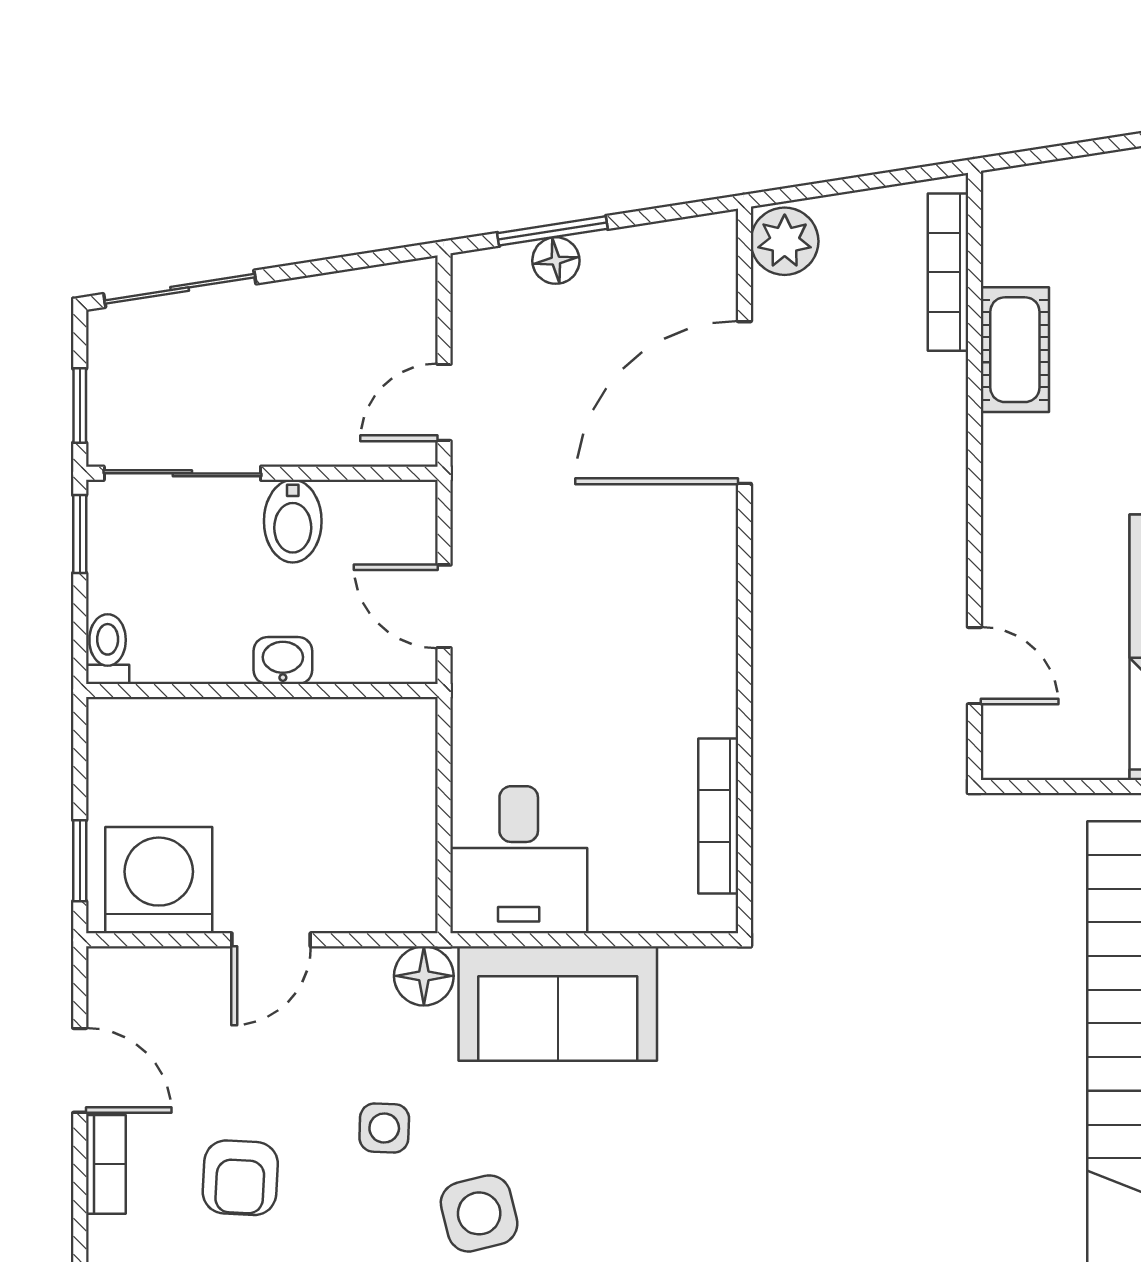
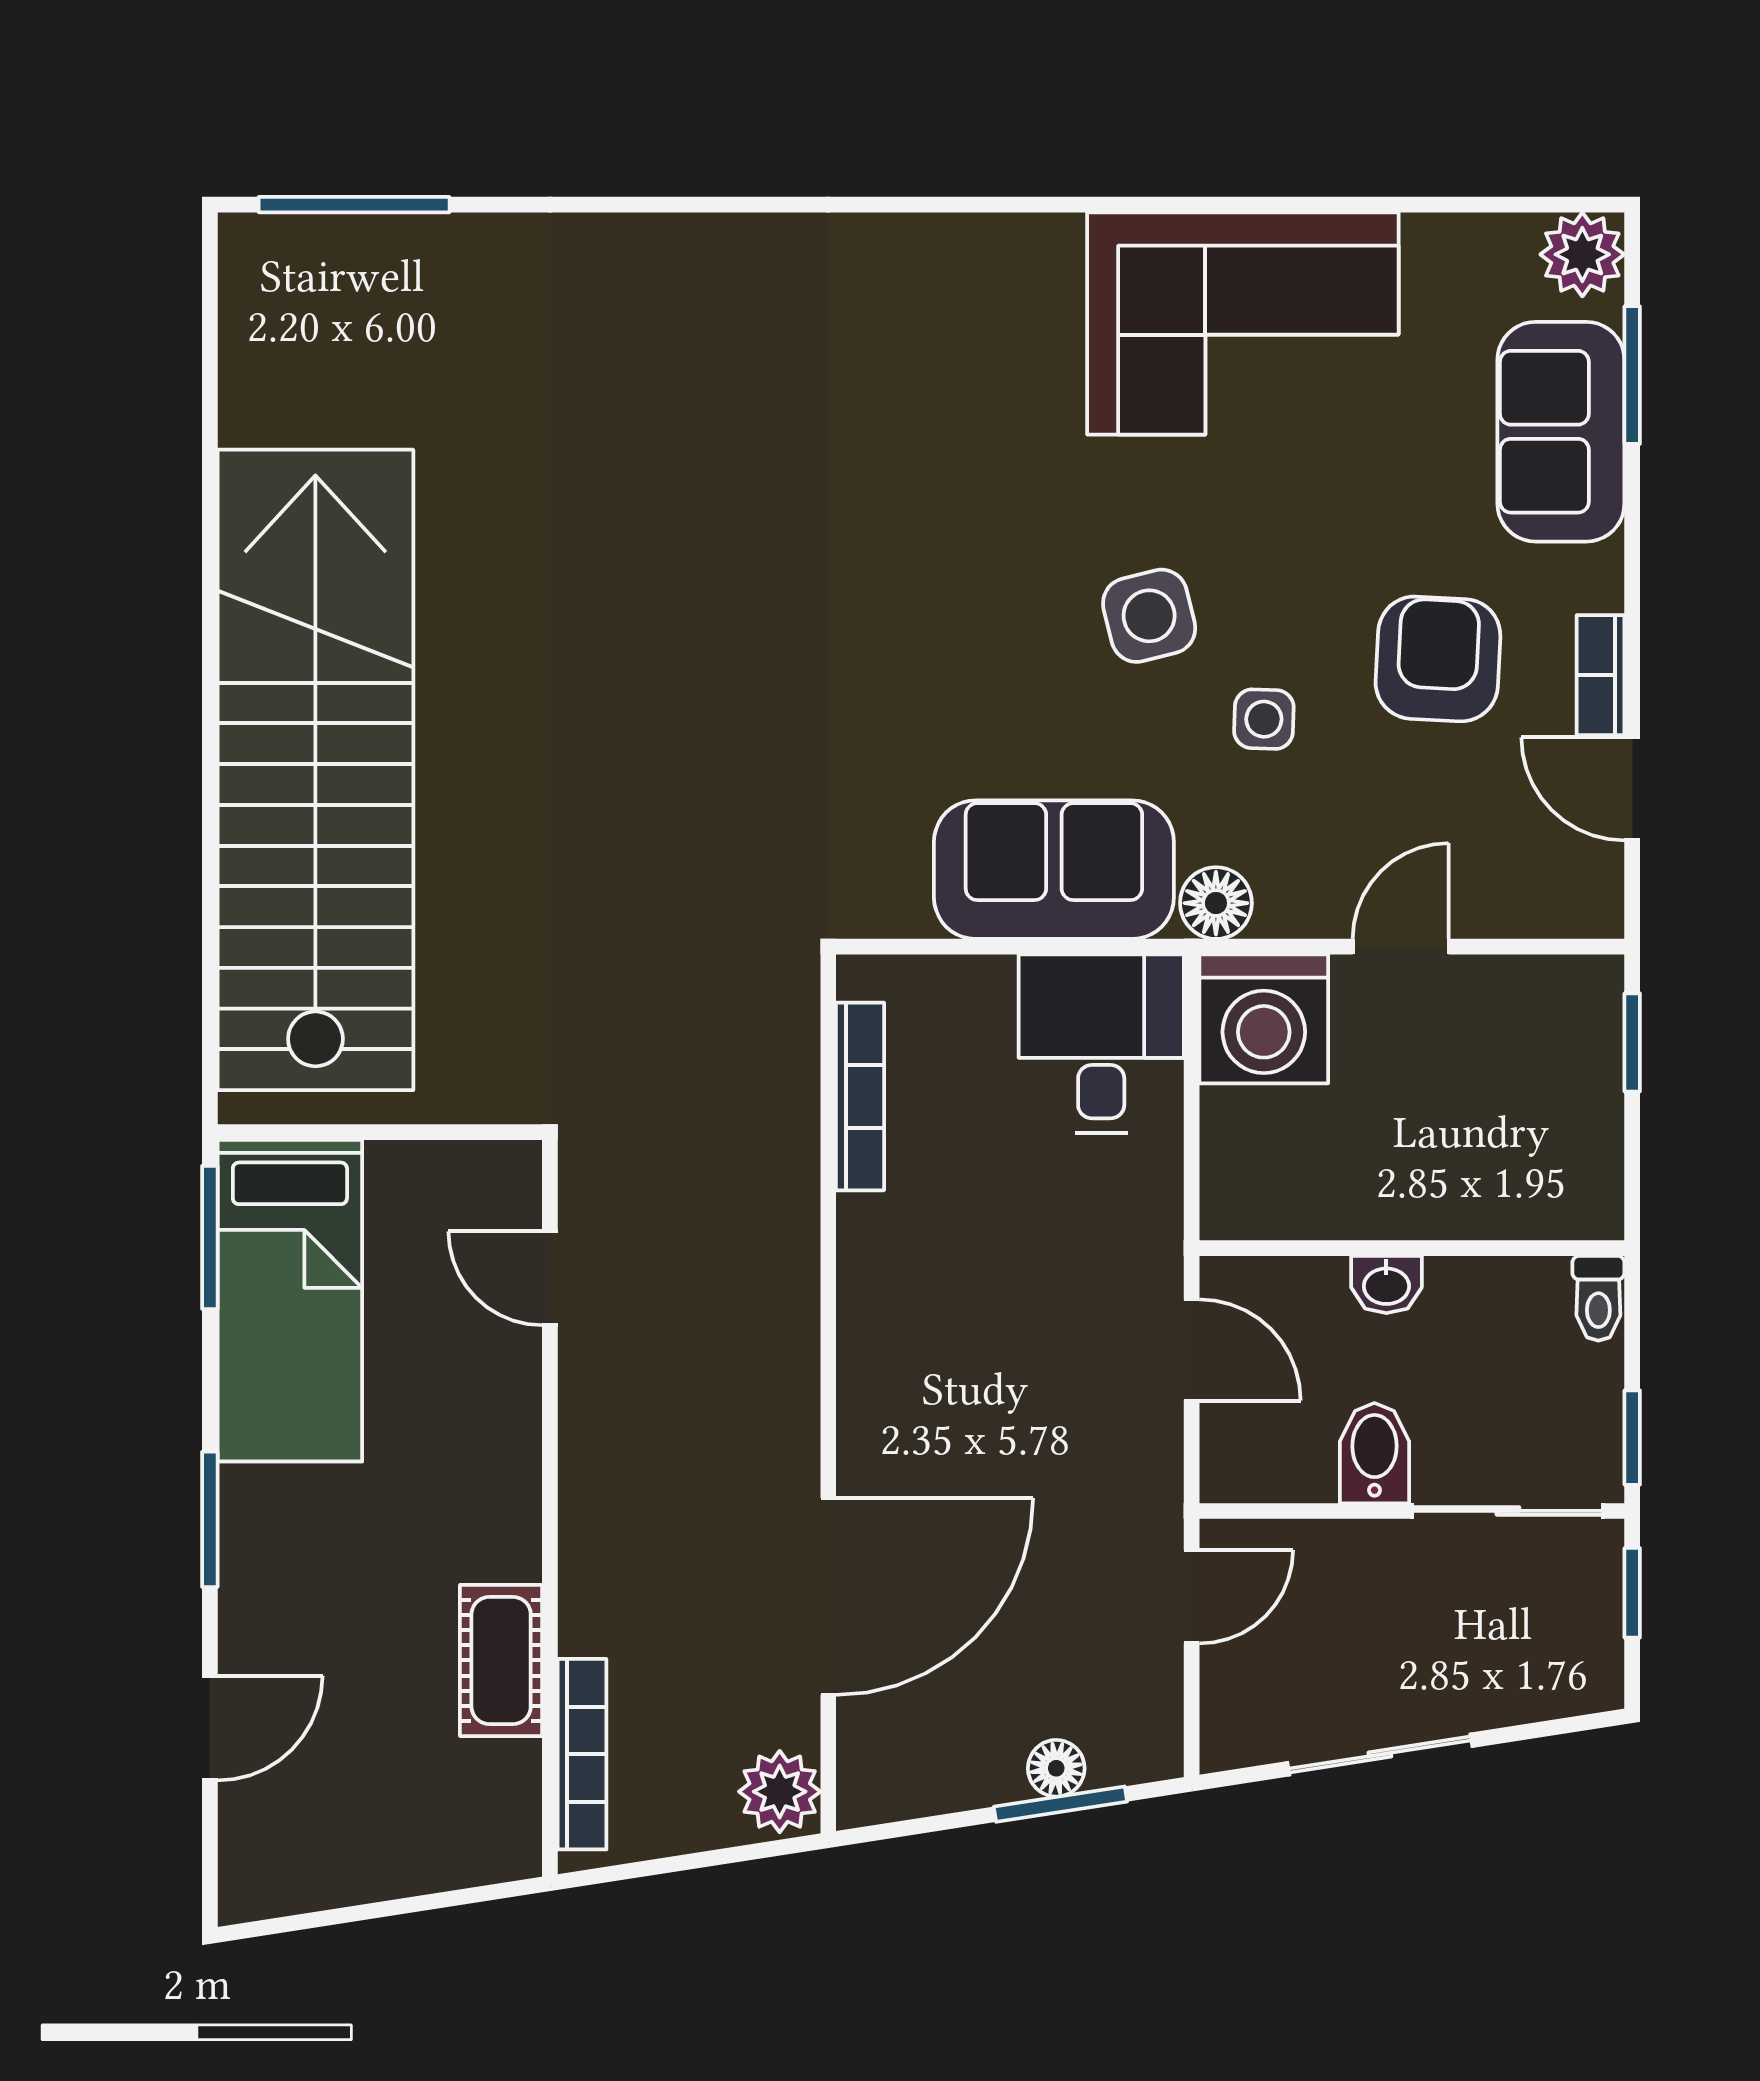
sliding door: (180, 289) -> (1380, 1754), moved
washing machine: (159, 880) -> (1264, 1019), moved
armchair: (240, 1178) -> (1438, 659), width x1.38, depth x1.38

